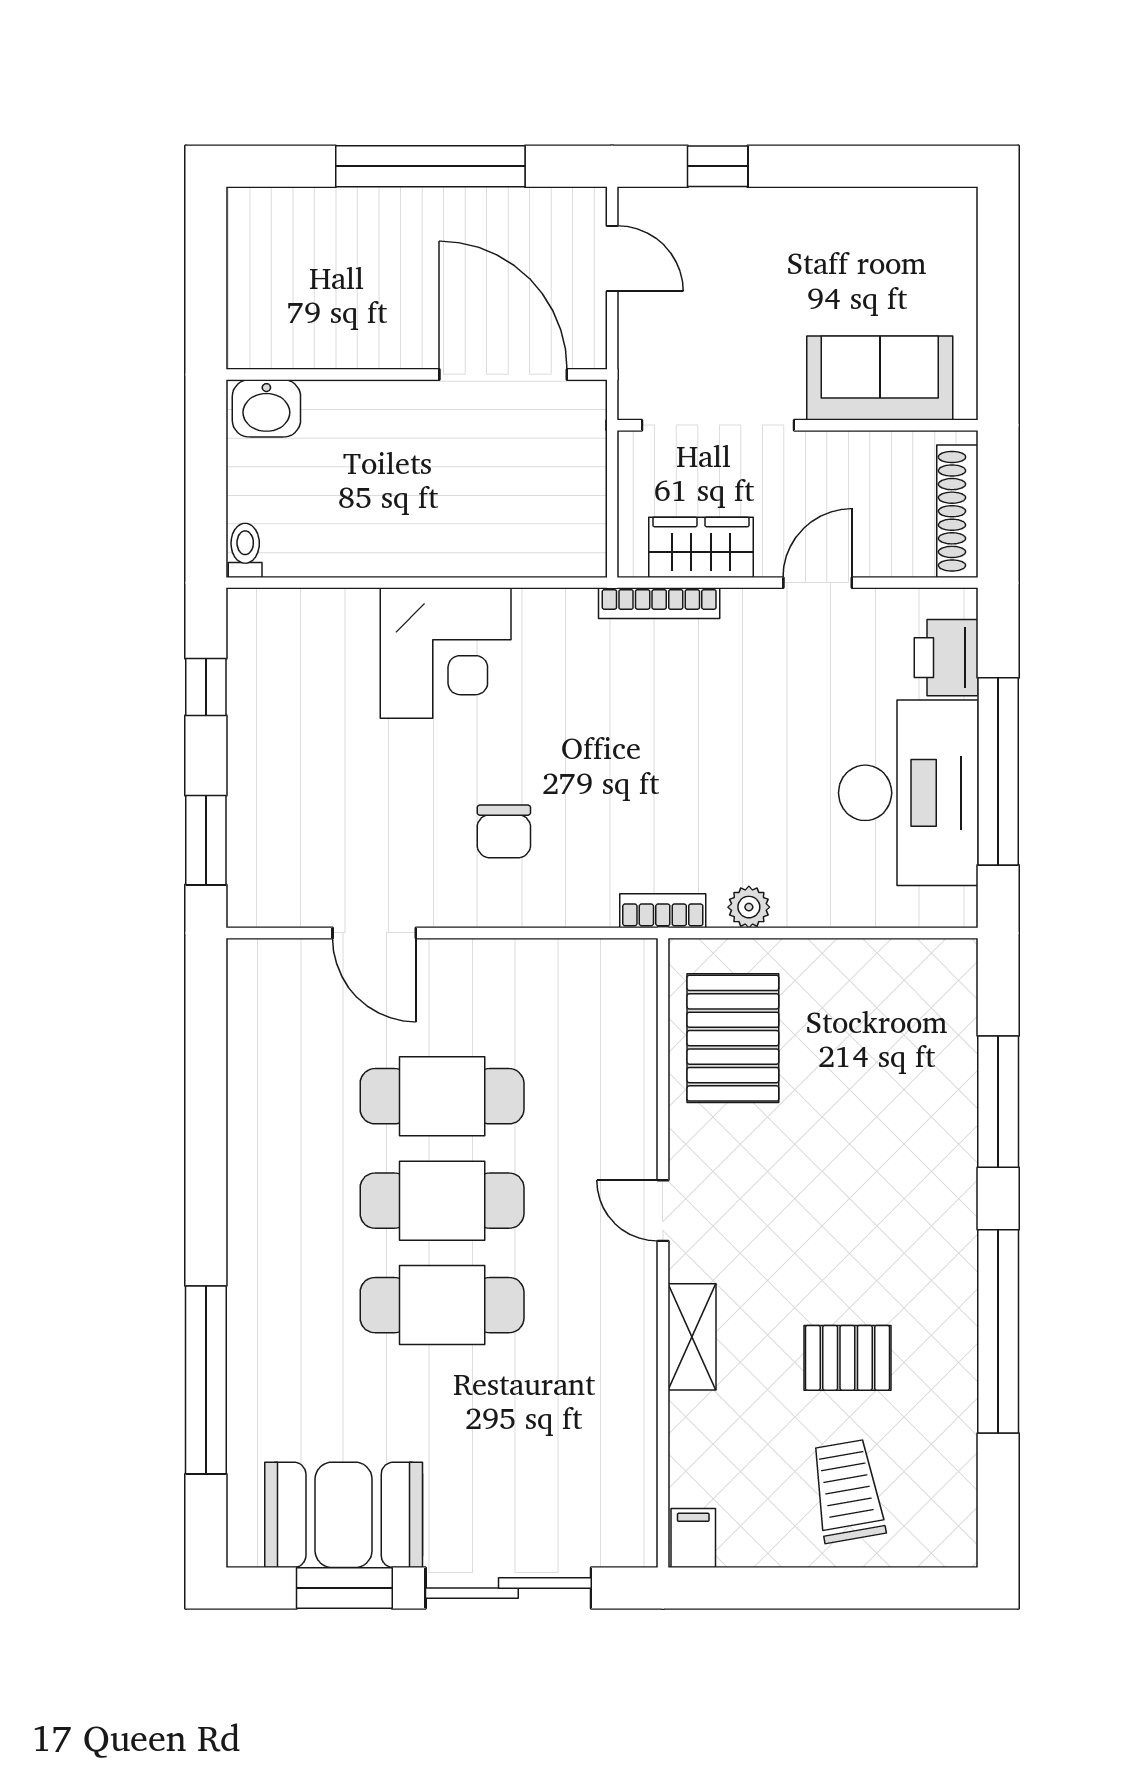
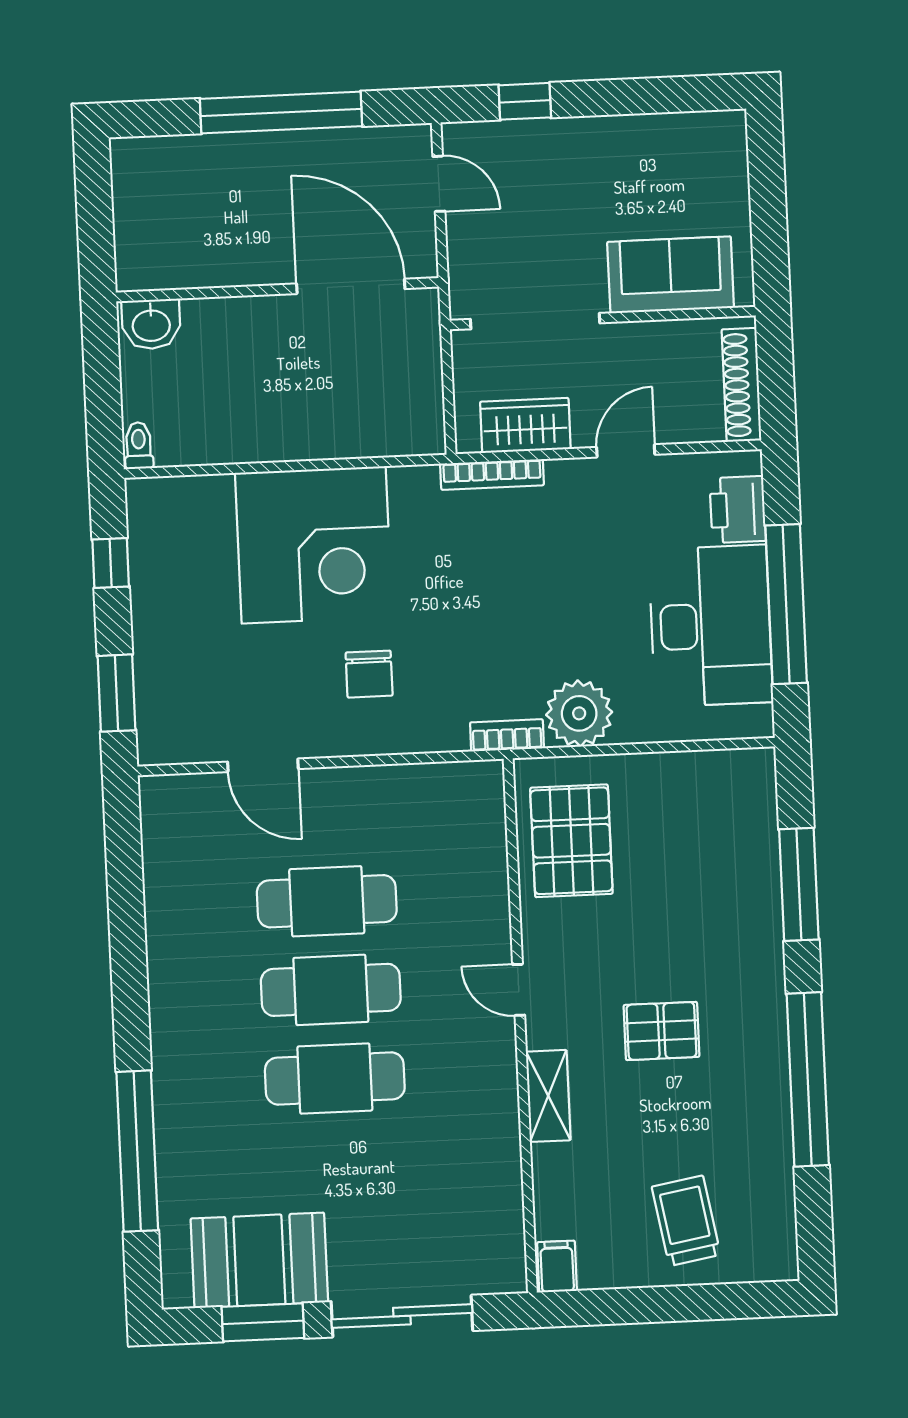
corner desk: (446, 653) -> (314, 545), width x1.36, depth x1.36
plant: (749, 907) -> (579, 713), width x1.87, depth x1.87
pallet: (847, 1358) -> (661, 1031), moved

